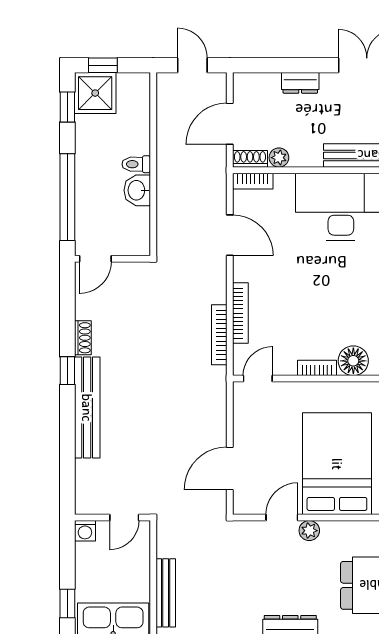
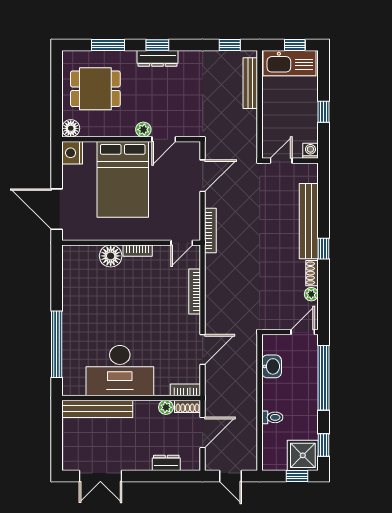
dresser: (300, 83) -> (166, 463), moved
toilet: (136, 164) -> (272, 417), moved
washbasin: (137, 190) -> (272, 366), moved
door: (230, 235) -> (203, 350), swing flipped
plant: (84, 310) -> (311, 294), added
bookcase: (219, 335) -> (210, 231), moved
wall: (112, 518) -> (290, 161), moved
door: (124, 518) -> (281, 161), moved
washing machine: (85, 531) -> (310, 151), moved
window: (67, 603) -> (324, 112), moved

